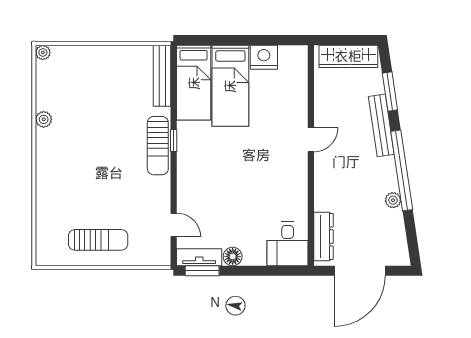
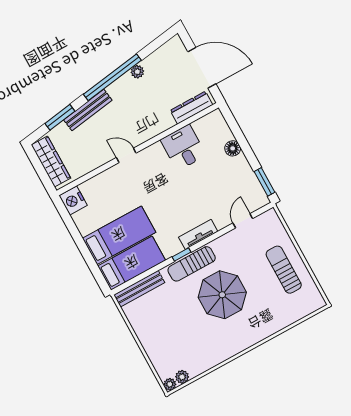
nightstand: (264, 57) -> (73, 200), moved
plant: (44, 119) -> (182, 377), moved
sun lounger: (158, 146) -> (192, 264), turned 180
parasol: (107, 160) -> (222, 295), added
desk: (288, 244) -> (183, 148), moved, turned -90
floor lamp: (233, 256) -> (233, 148), moved
tv unit: (199, 257) -> (198, 234), moved, turned 90

